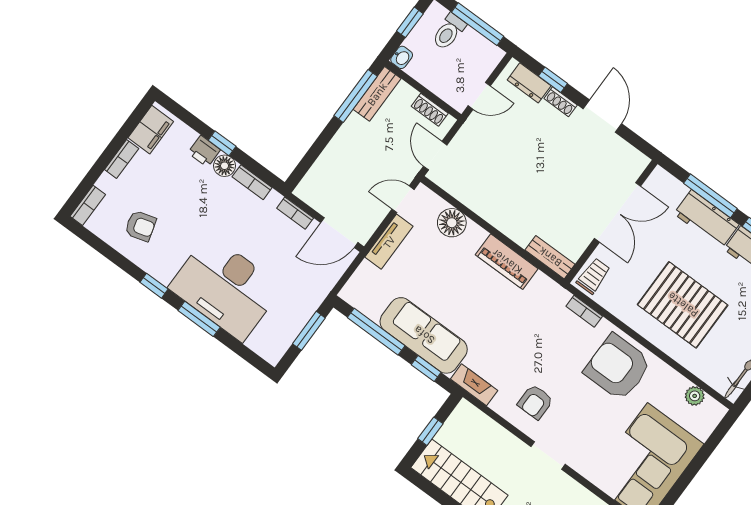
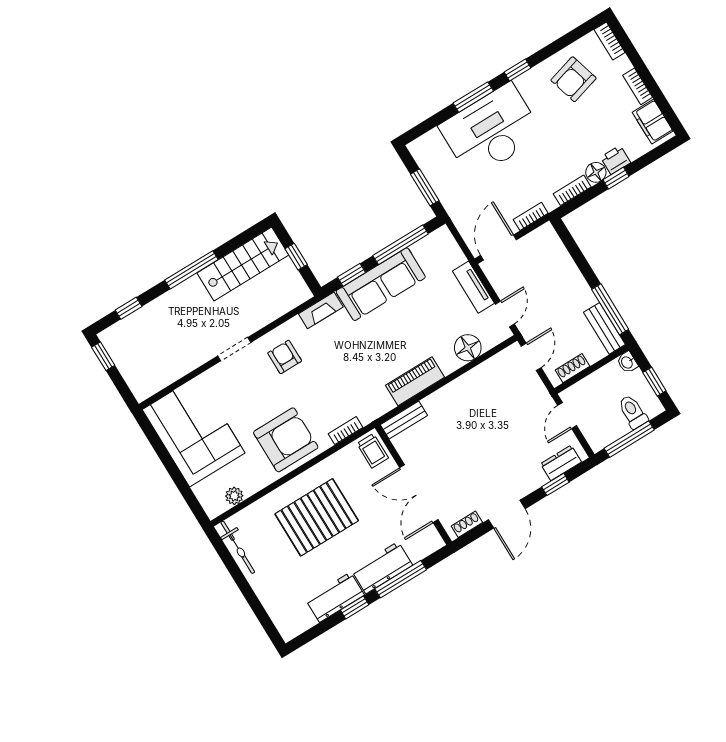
shoe rack: (561, 102) -> (467, 524), moved
door: (602, 116) -> (507, 514), hinge flipped
door: (435, 156) -> (531, 357), hinge flipped
armchair: (140, 226) -> (574, 79), width x1.38, depth x1.38

